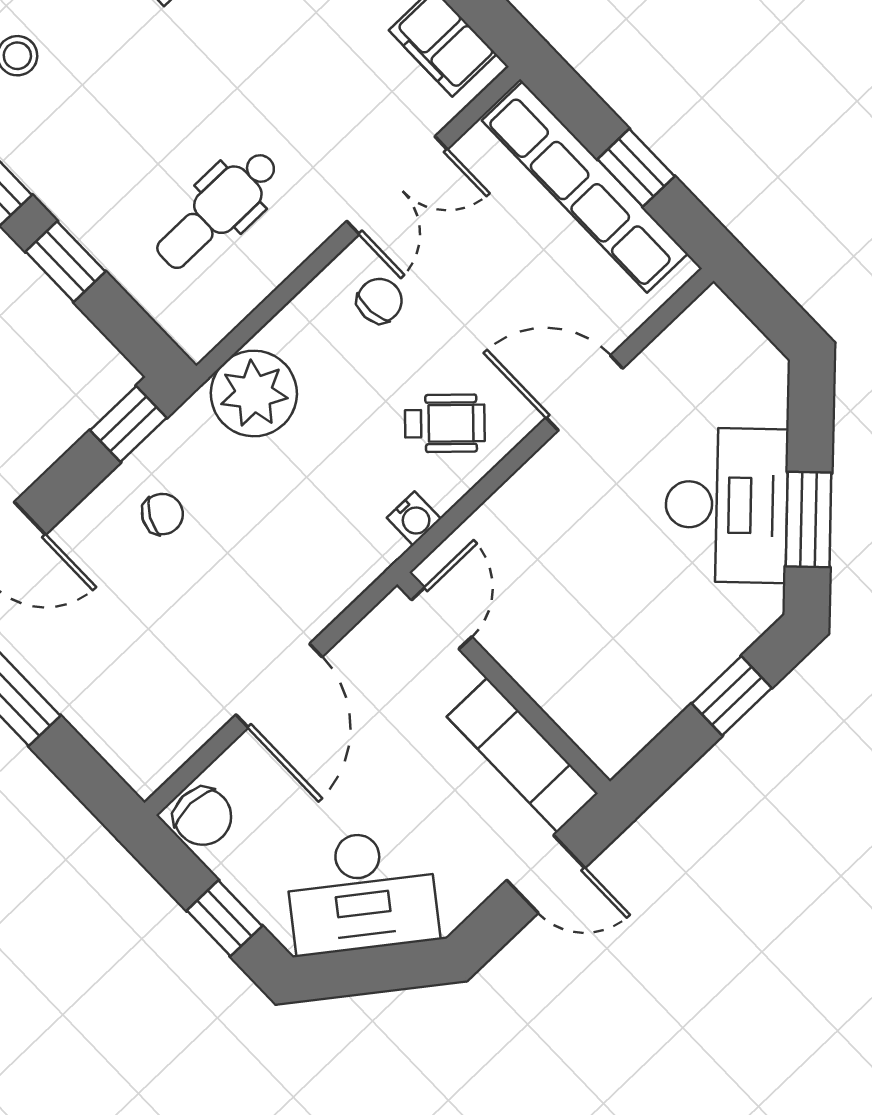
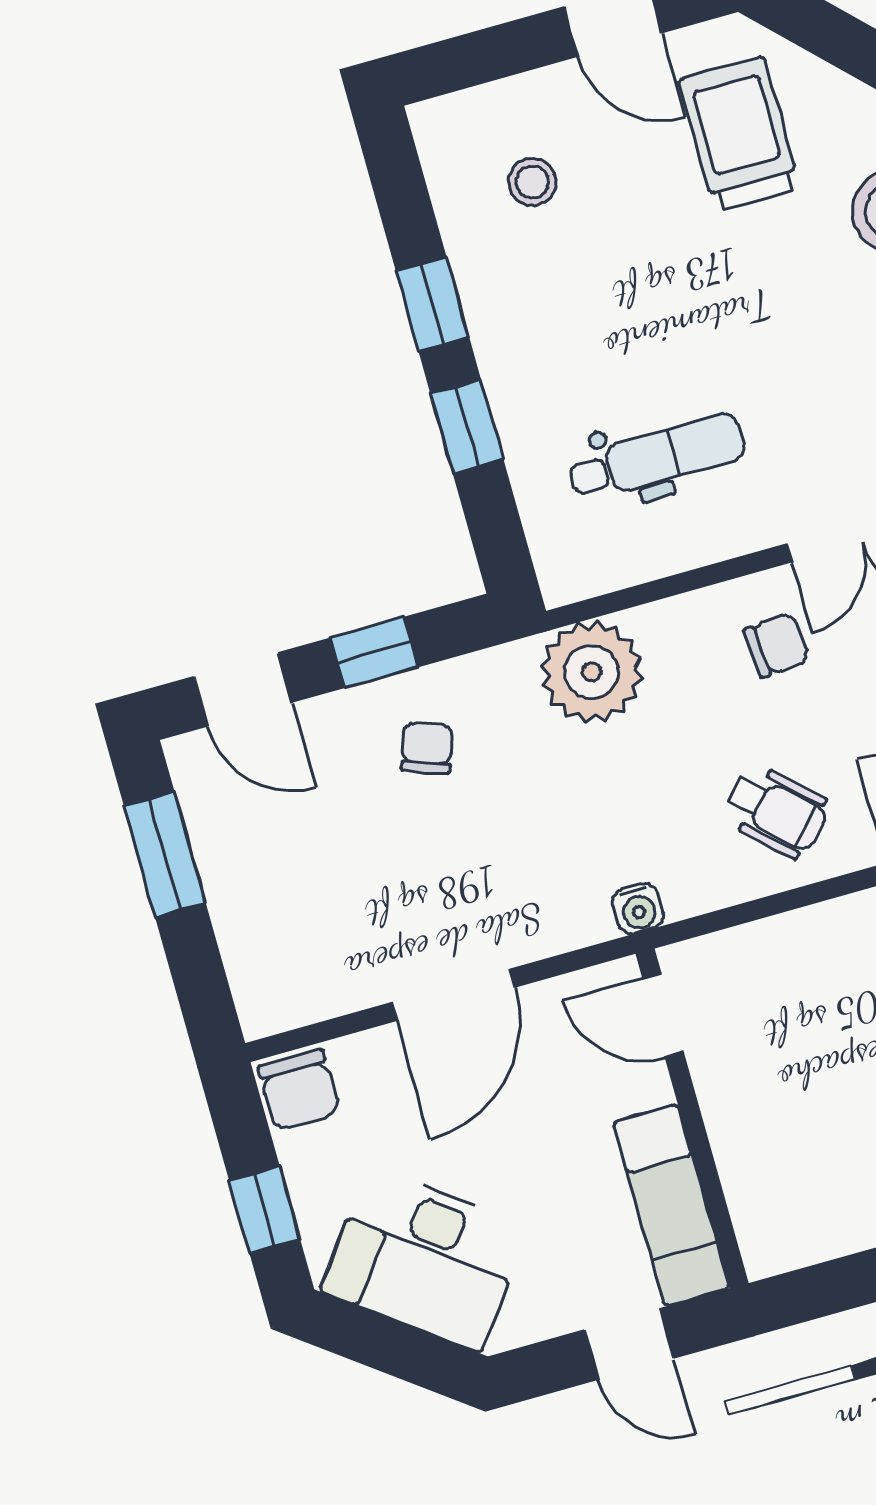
dental chair: (217, 210) -> (657, 457), turned 180
window: (128, 424) -> (374, 653), moved
chair: (162, 514) -> (427, 748), turned -99
water cooler: (414, 518) -> (638, 909), moved
door: (442, 618) -> (663, 1015), swing flipped

